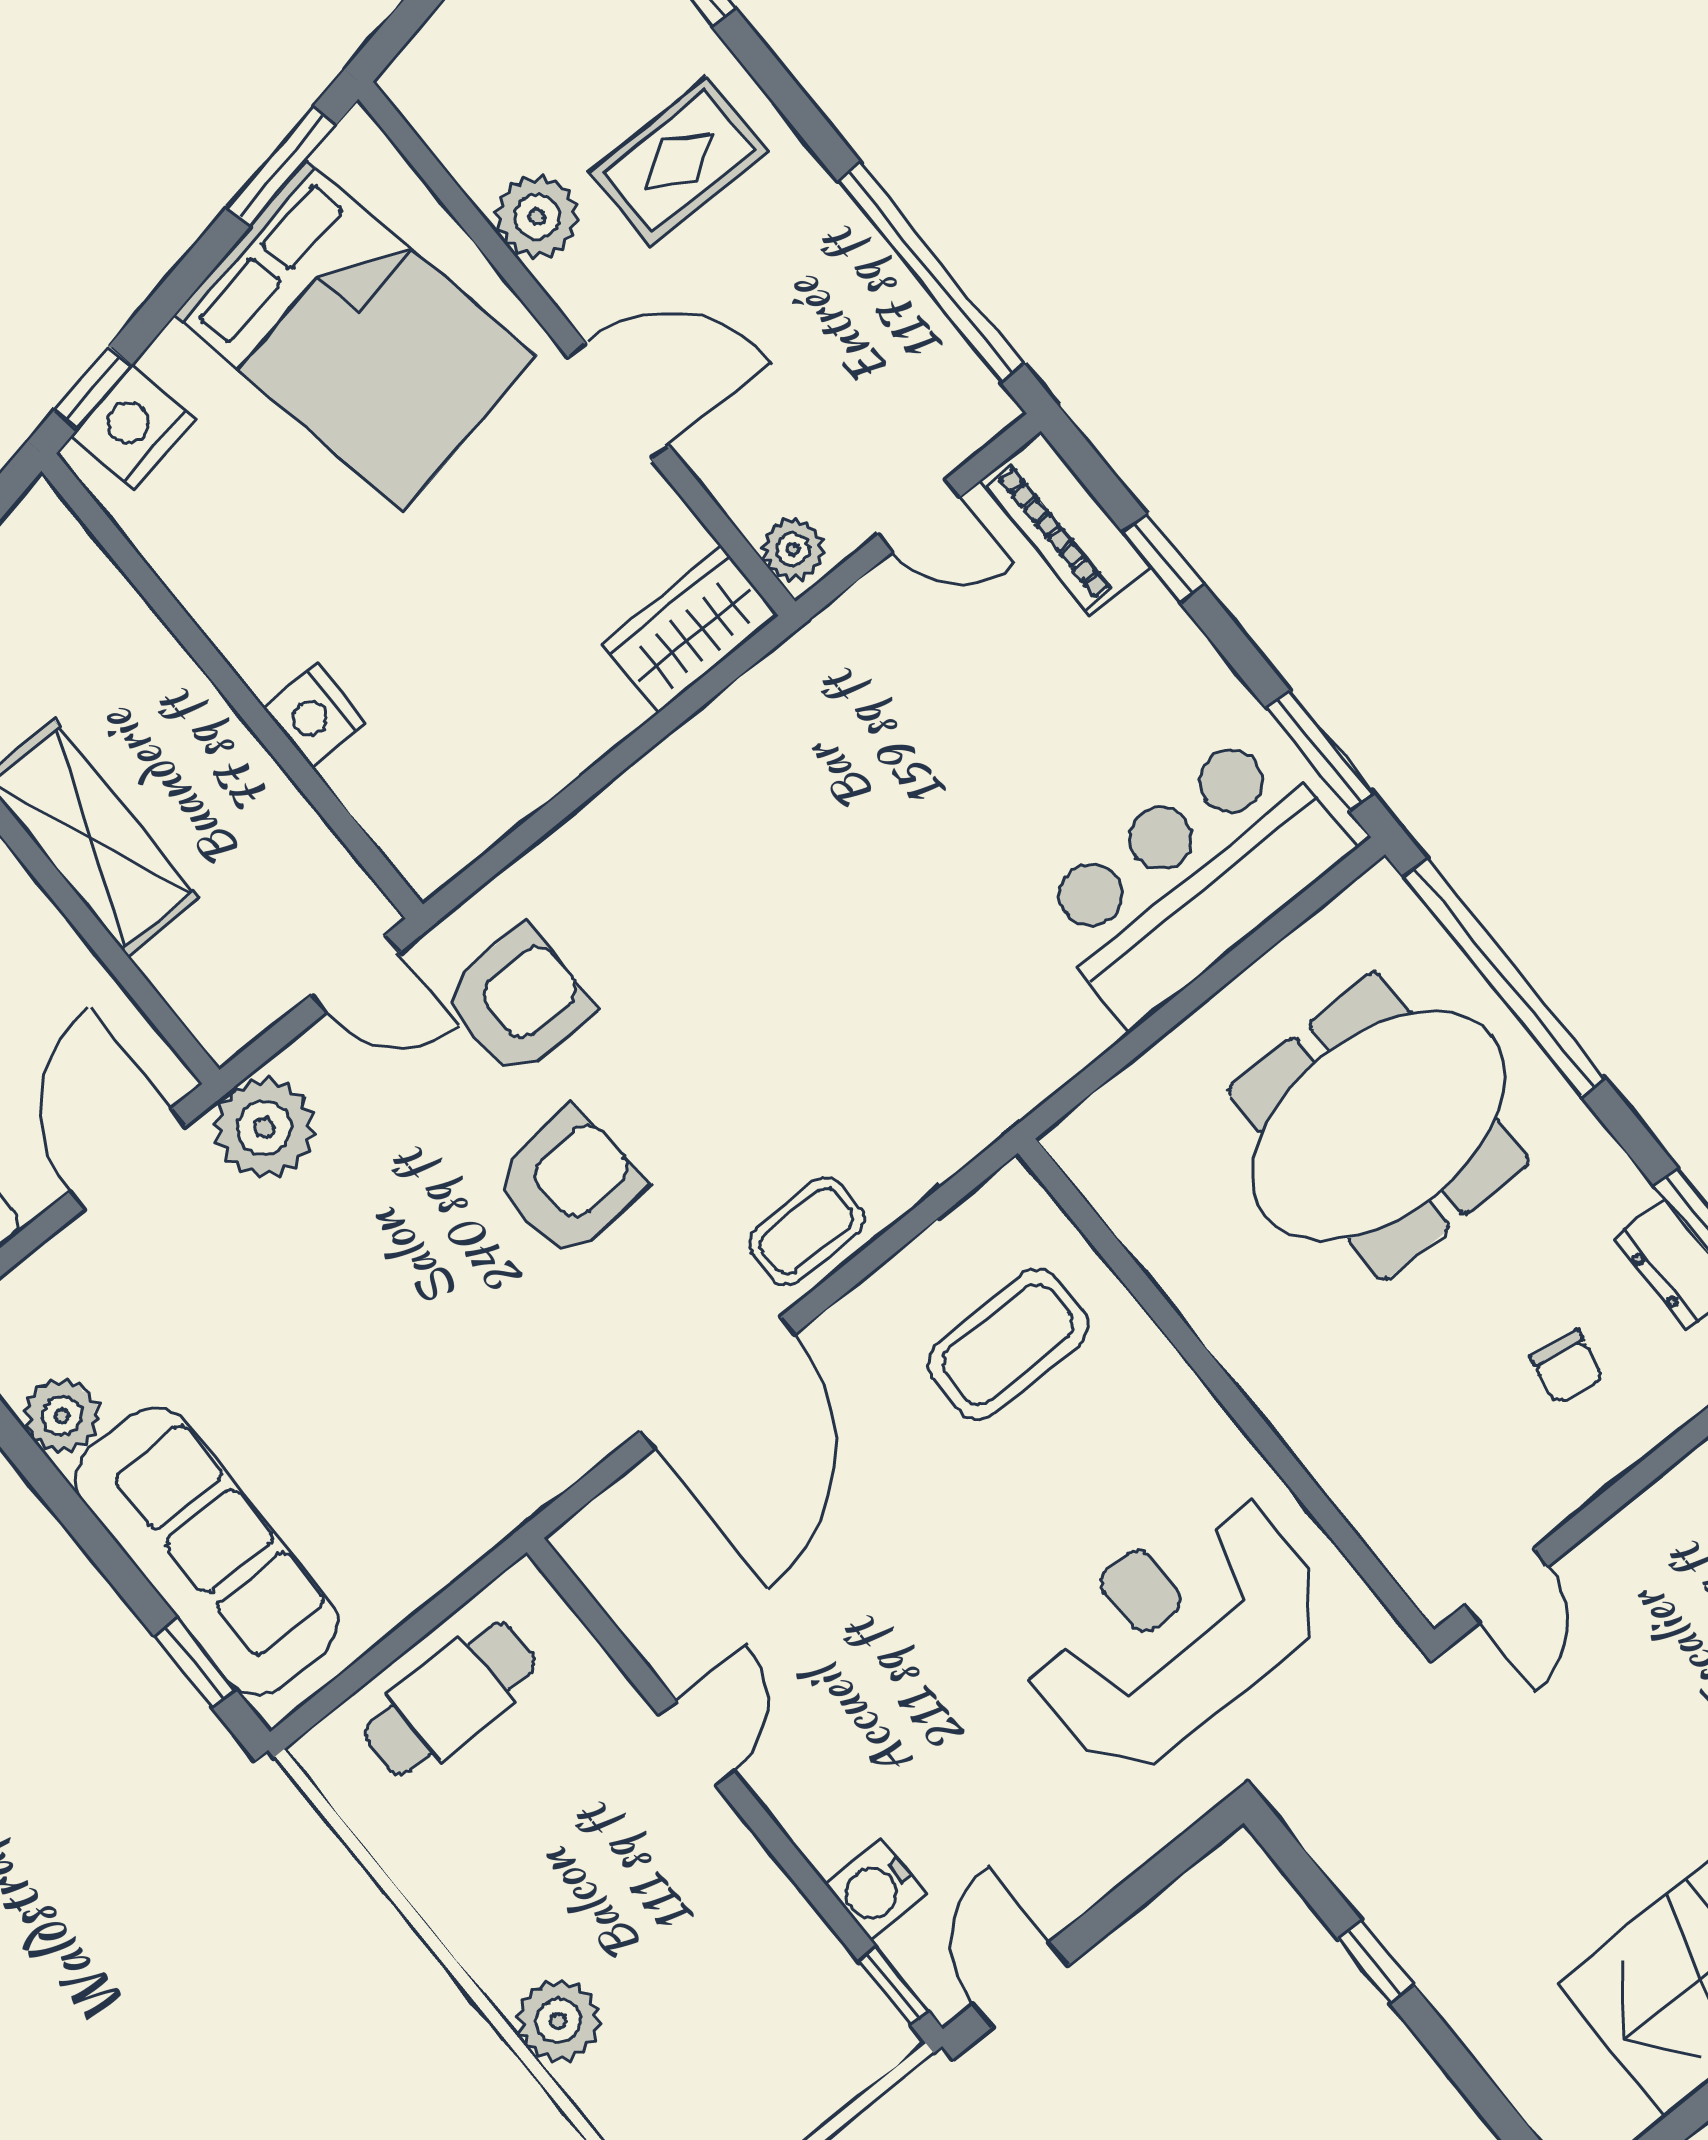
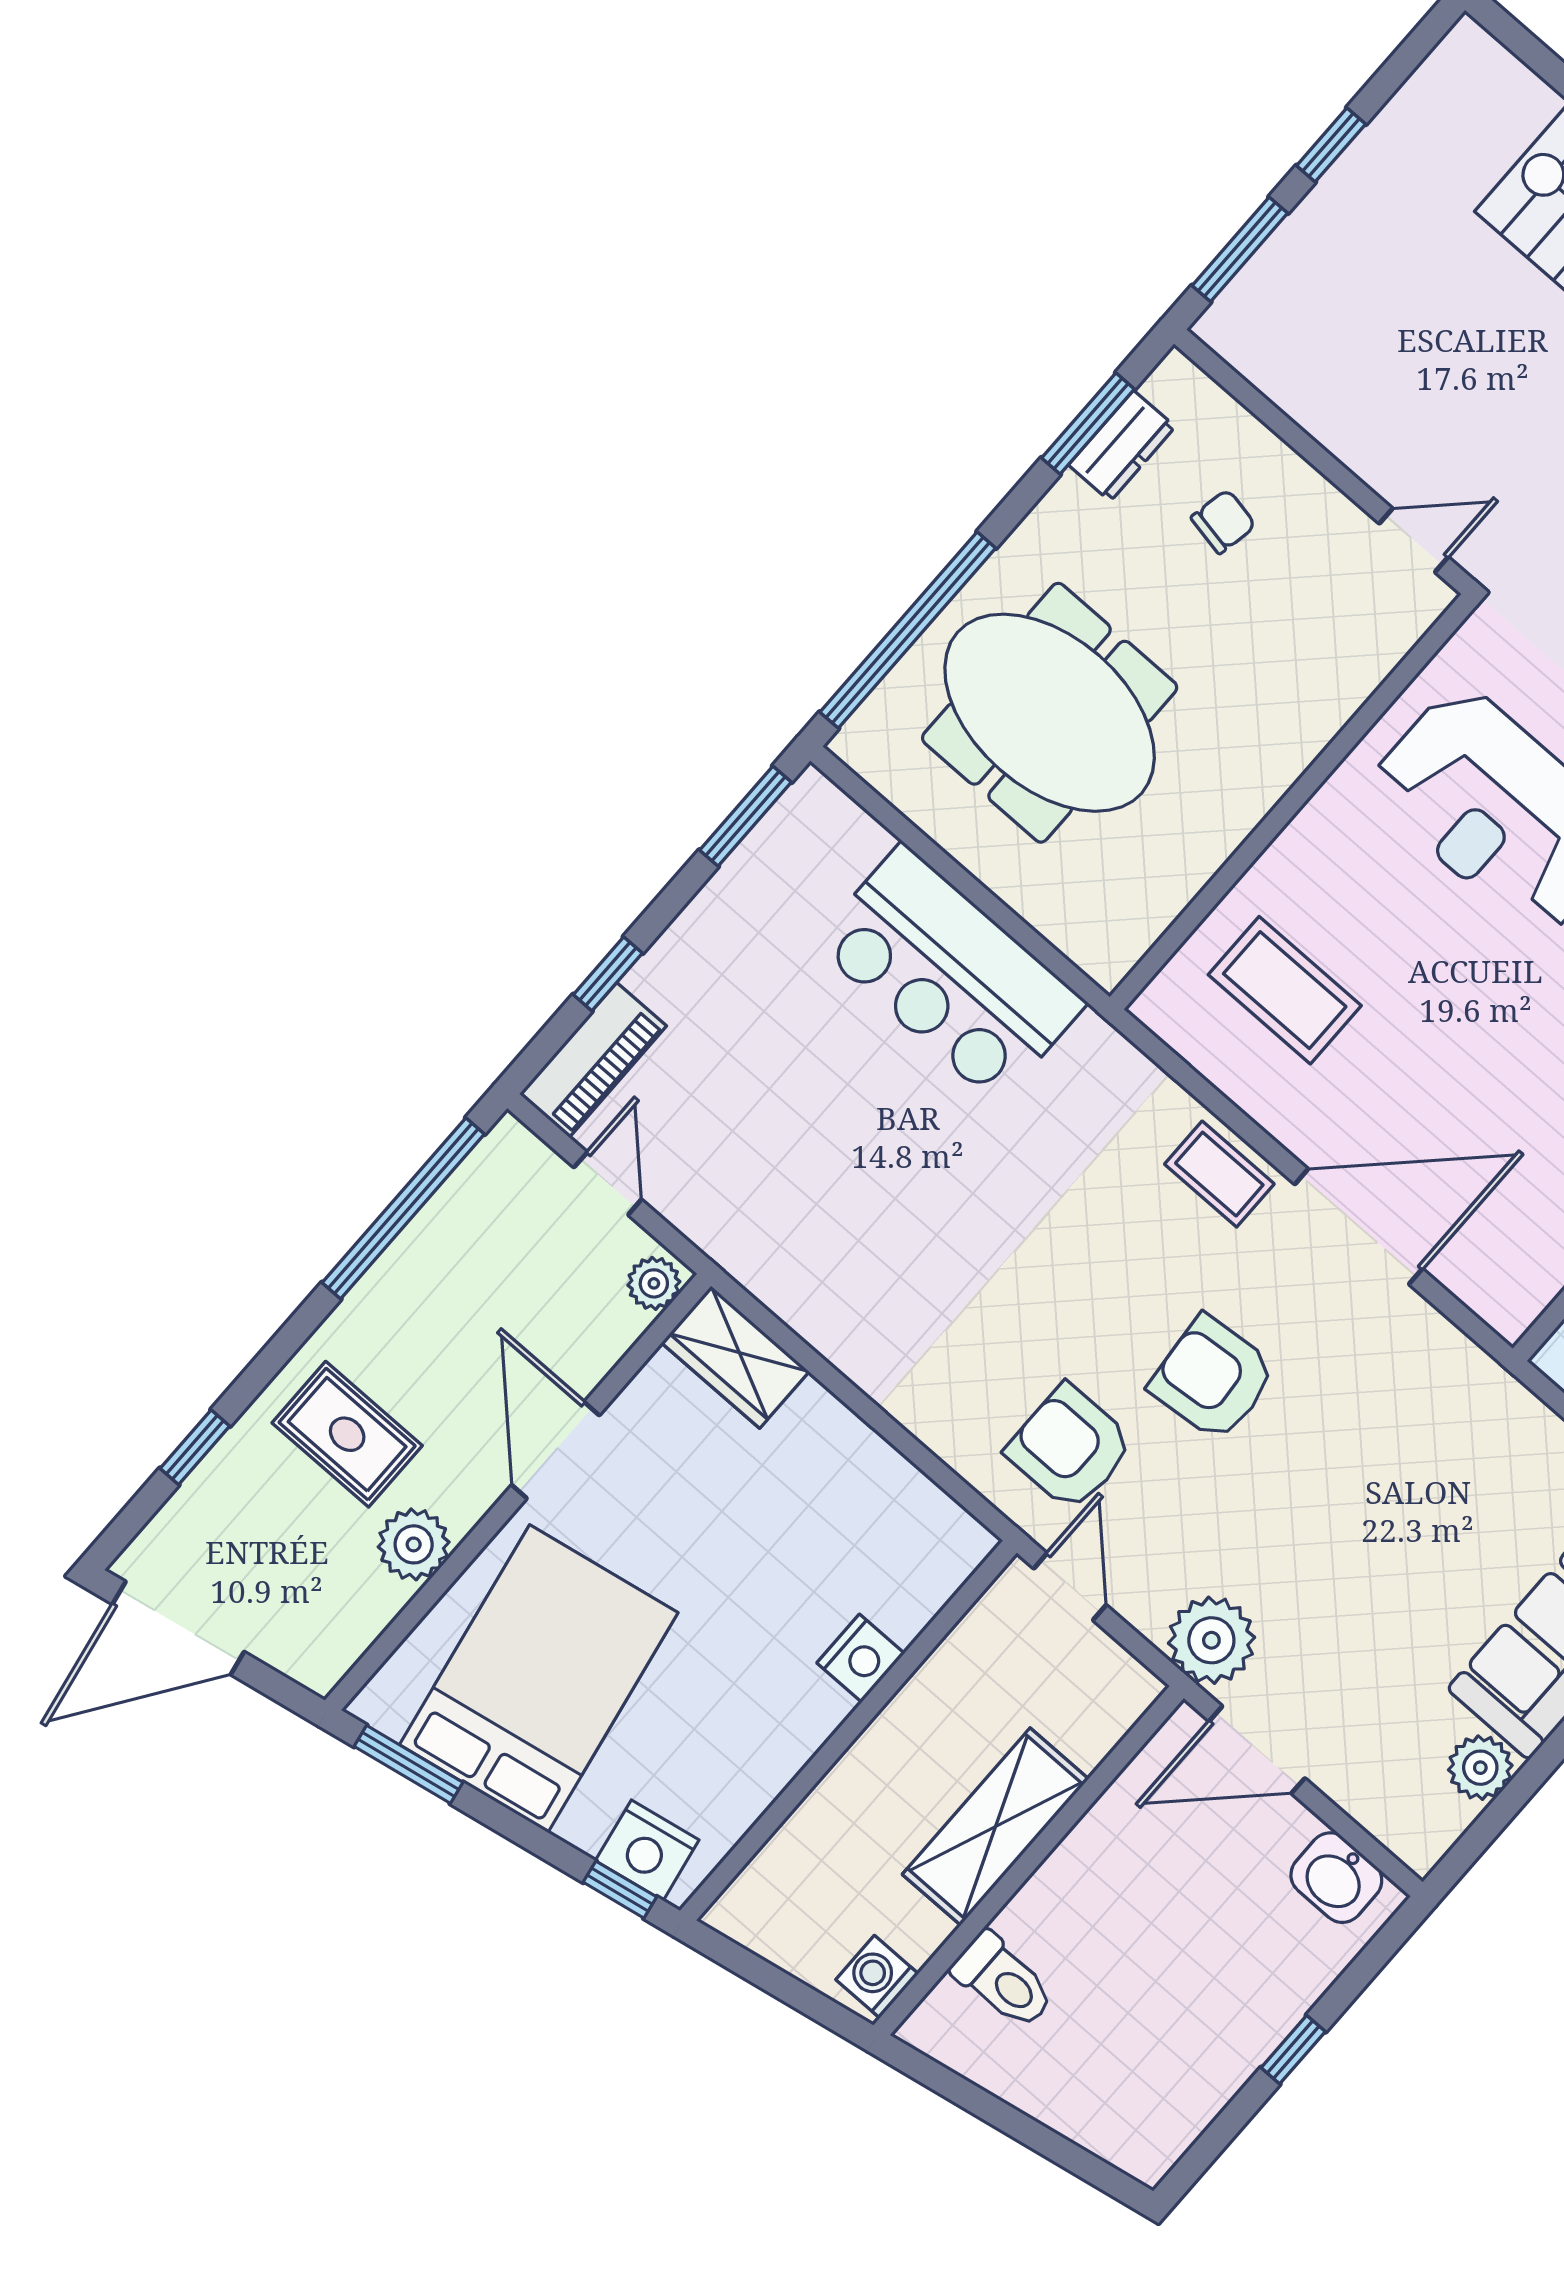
bar counter: (1193, 877) -> (950, 974), moved

